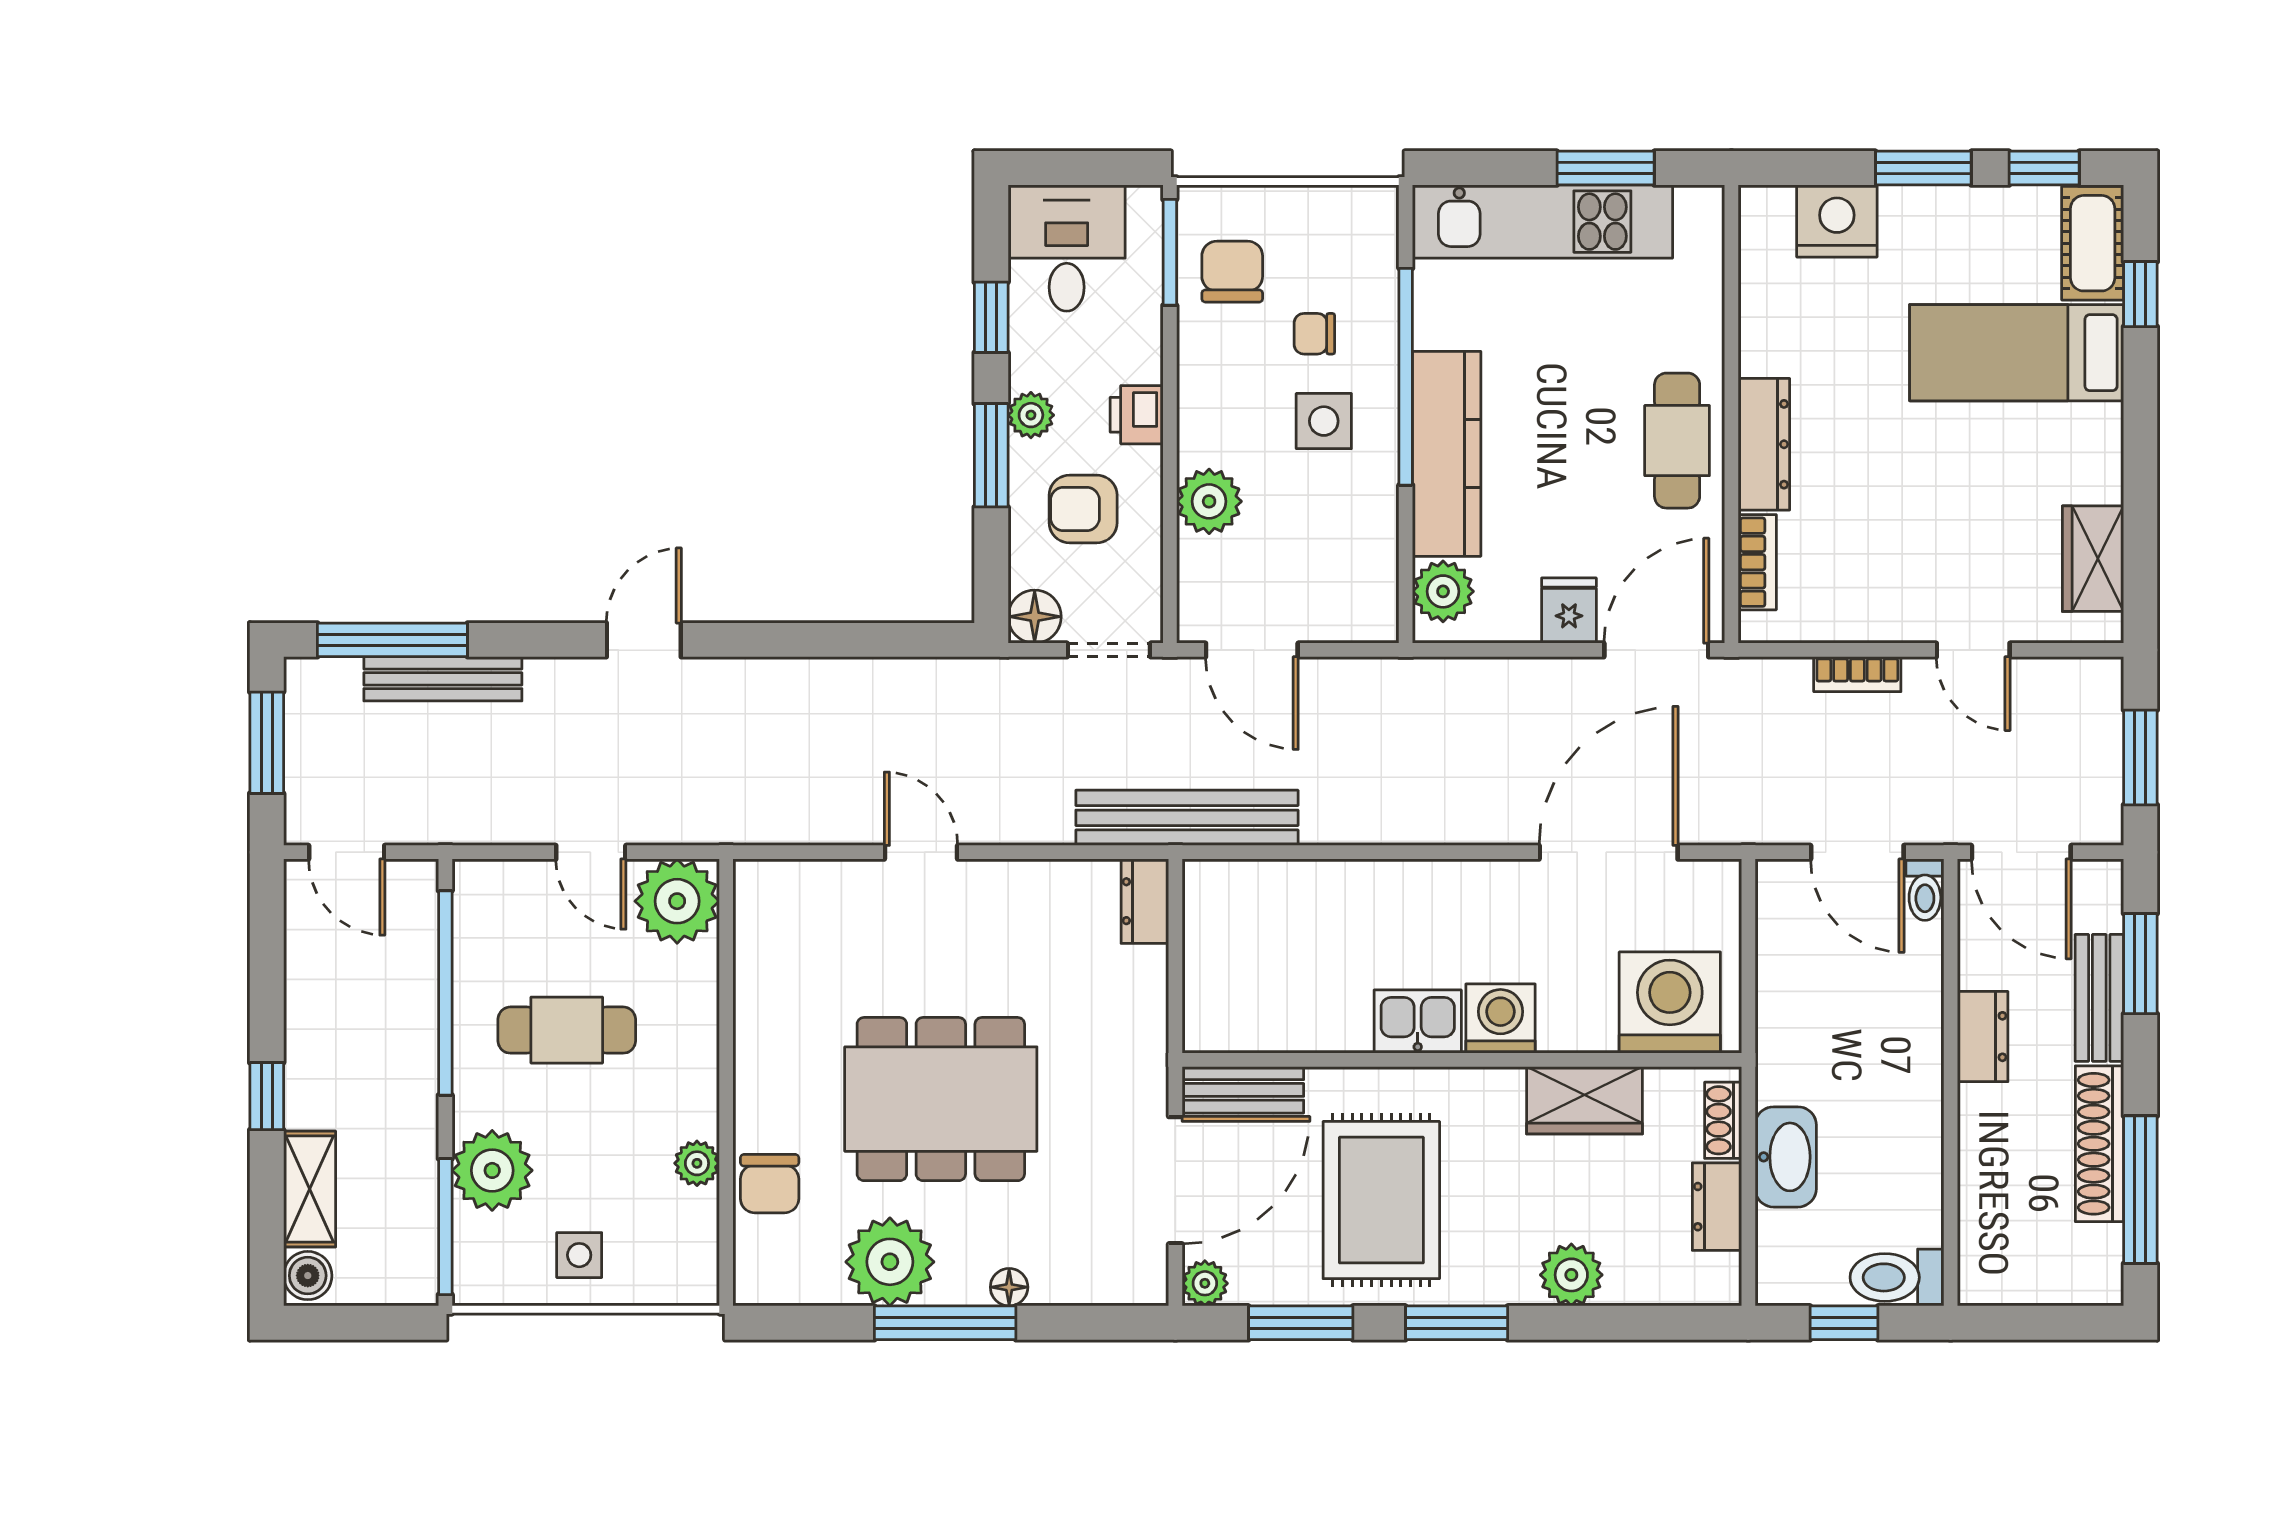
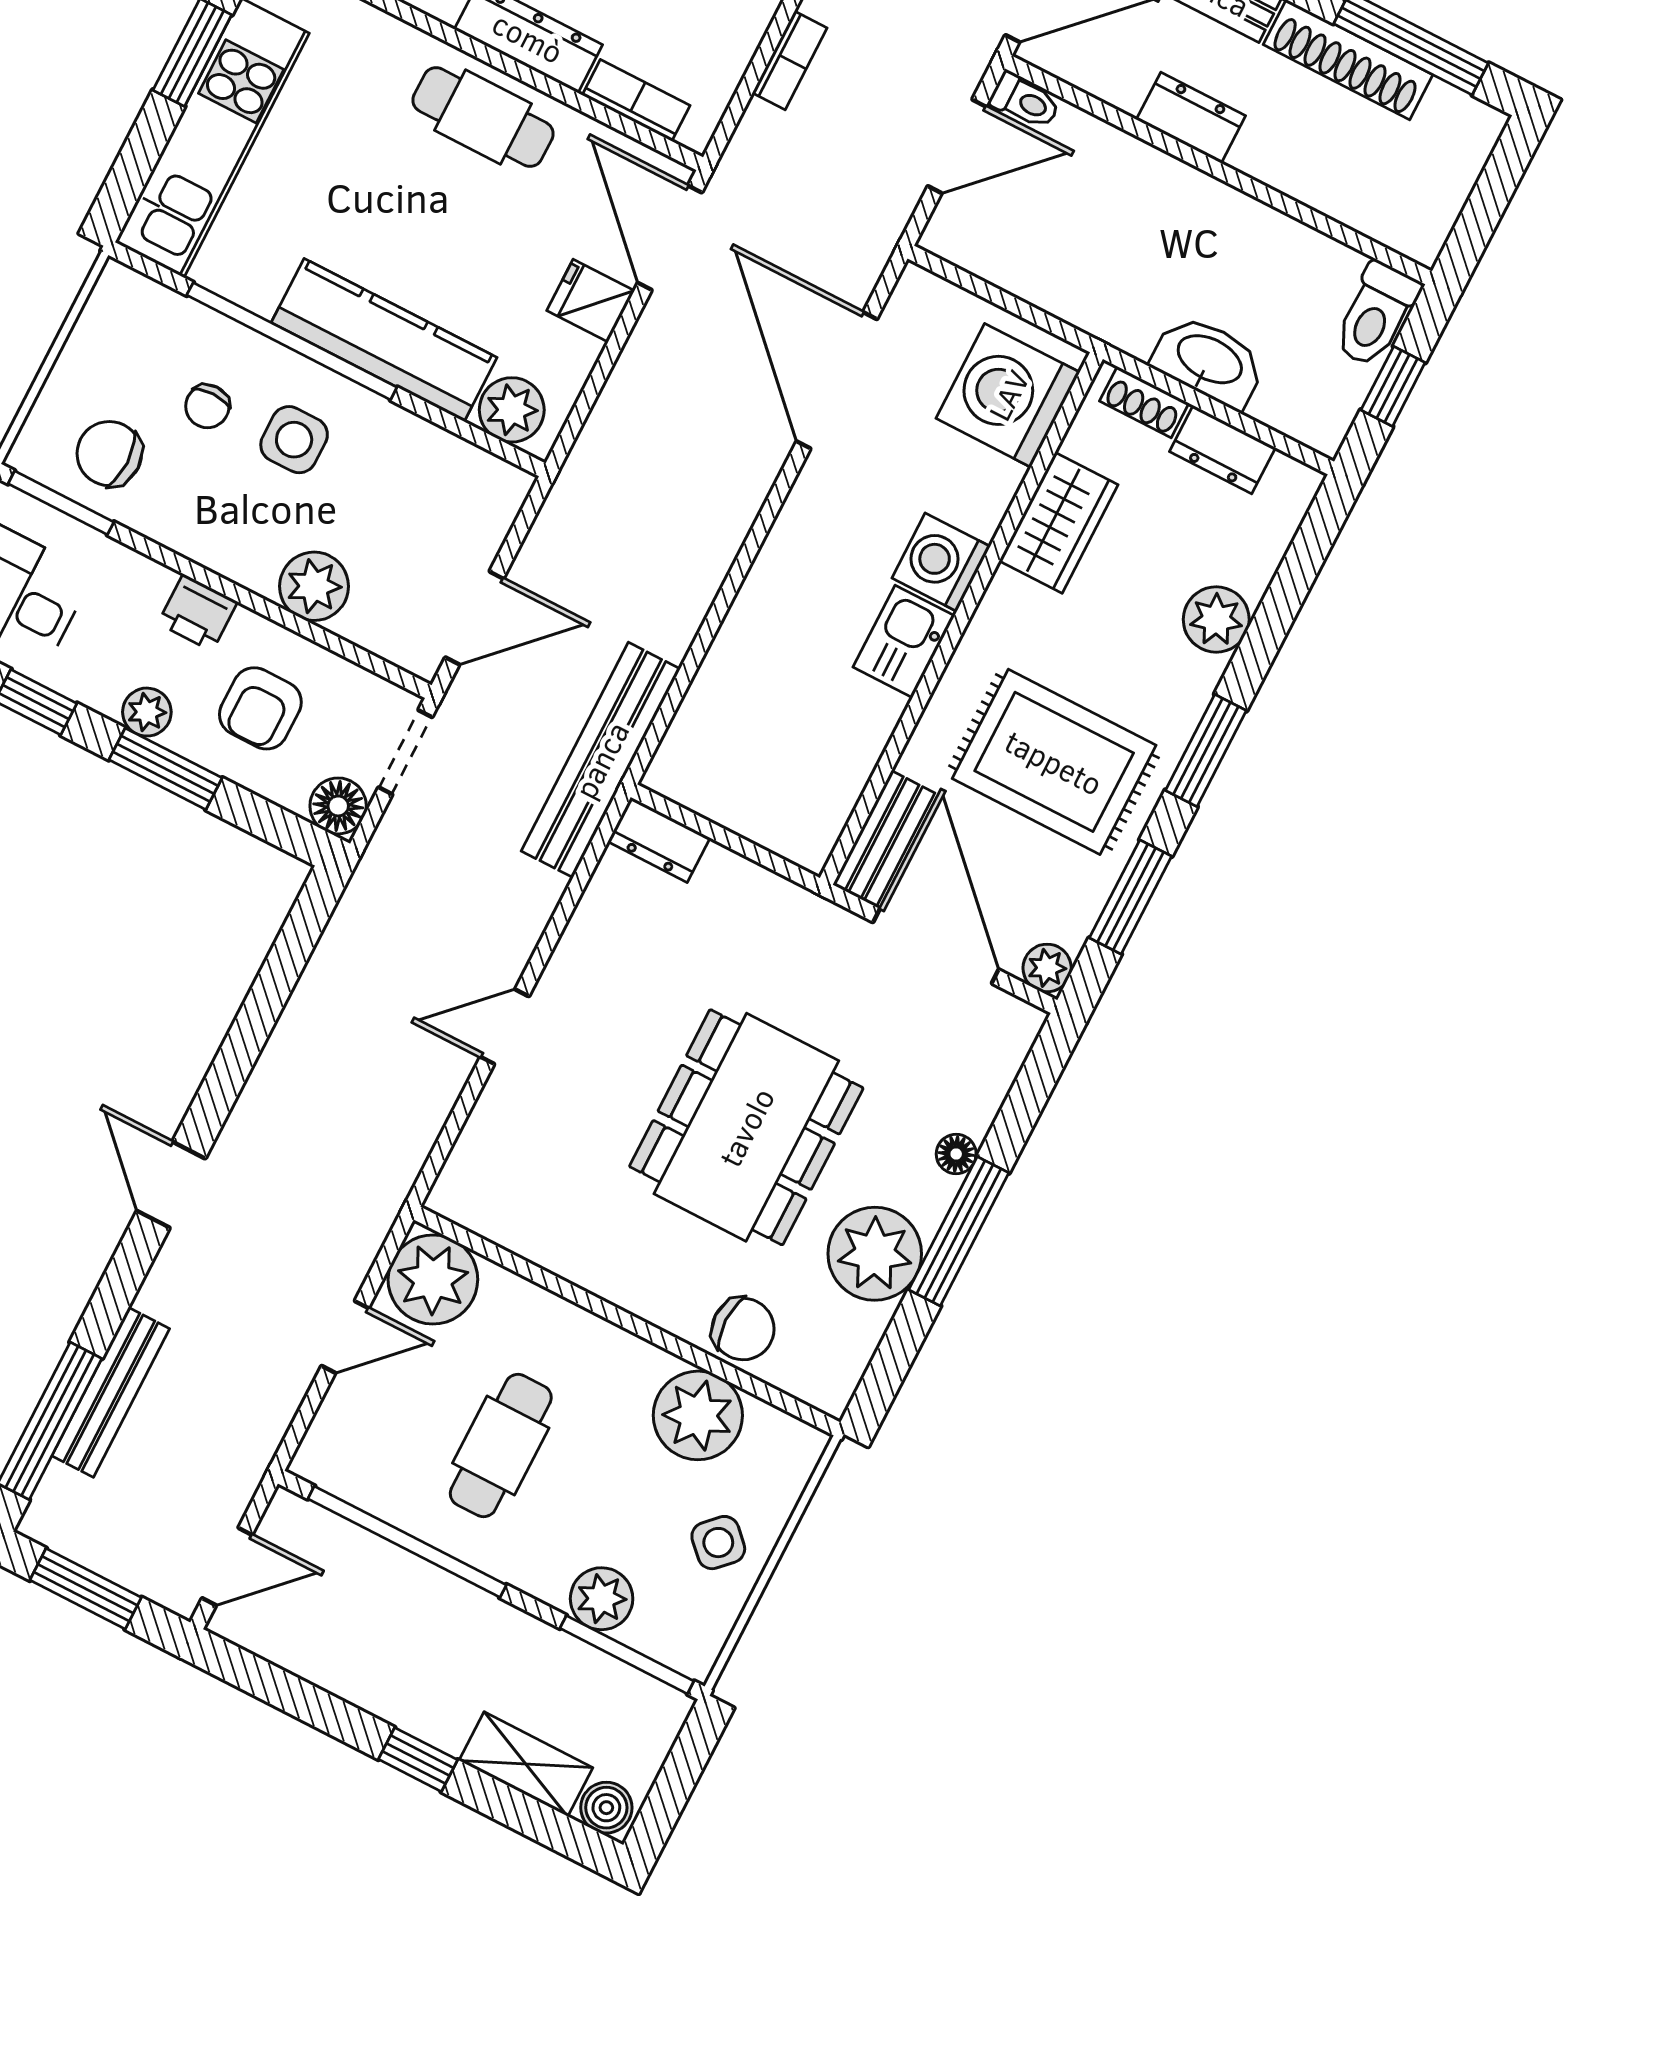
plant: (697, 1163) -> (698, 1415), width x1.88, depth x1.88
plant: (492, 1170) -> (602, 1599), width x0.73, depth x0.73
side table: (579, 1255) -> (718, 1543), turned 45

